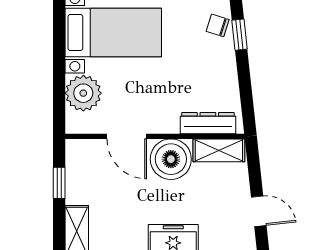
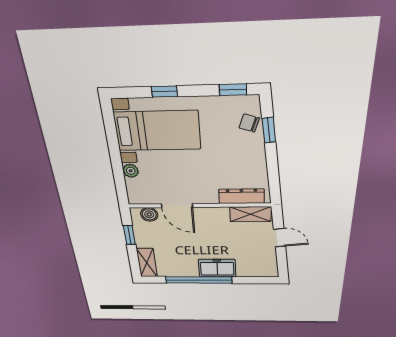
plant: (83, 93) -> (131, 171), width x0.53, depth x0.53
boiler: (171, 159) -> (149, 214), moved, width x0.54, depth x0.54
door: (259, 211) -> (280, 238), moved

